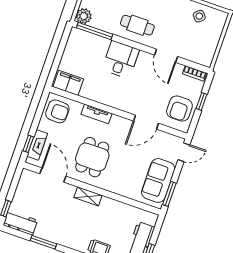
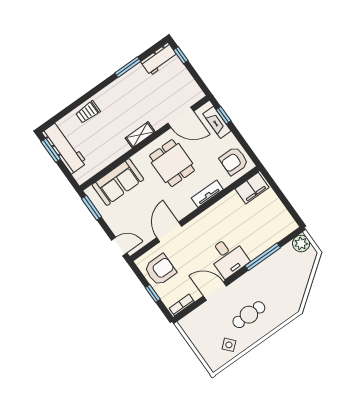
cafe table: (137, 25) -> (249, 315), moved
window: (95, 31) -> (263, 257), moved
desk: (121, 60) -> (228, 257), moved
armchair: (179, 109) -> (160, 270), turned 90
door: (184, 152) -> (119, 246), swing flipped
sofa: (158, 180) -> (118, 182), moved, turned 90

